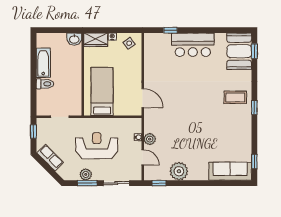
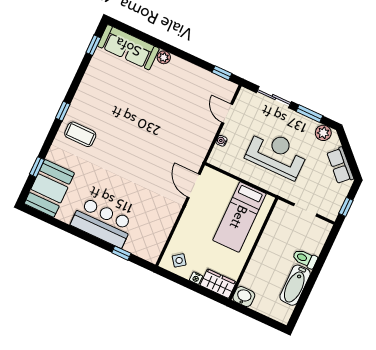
window: (254, 51) -> (37, 167), moved
plant: (150, 139) -> (208, 132), removed
reception desk: (97, 146) -> (277, 154), turned 180
plant: (179, 171) -> (164, 57), moved, width x0.53, depth x0.53
plant: (86, 174) -> (323, 133), moved

